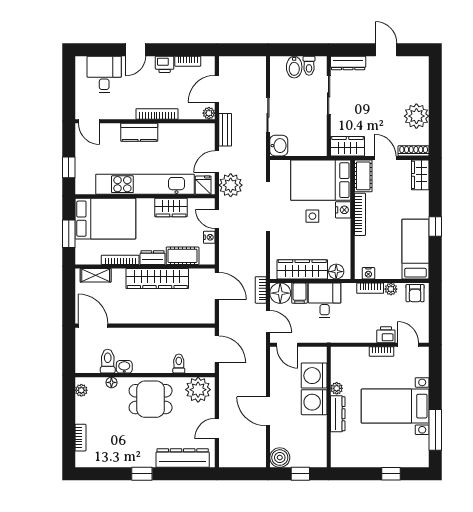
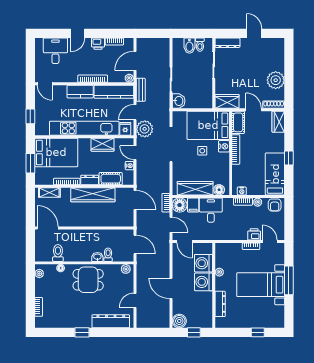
kitchen counter: (187, 132) -> (114, 92), added
washbasin: (124, 367) -> (97, 257), moved
plant: (198, 390) -> (126, 269), width x0.53, depth x0.53
dresser: (338, 414) -> (220, 304), moved
window: (435, 430) -> (289, 280), moved

